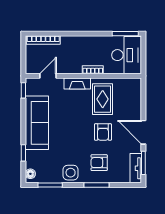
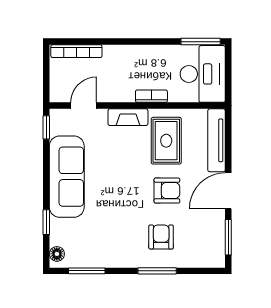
armchair: (103, 132) -> (167, 191), turned -90
door: (143, 132) -> (228, 191), hinge flipped
armchair: (99, 163) -> (161, 237), turned 90
tv unit: (136, 168) -> (217, 140), moved, width x1.41
side table: (71, 173) -> (118, 252), removed

